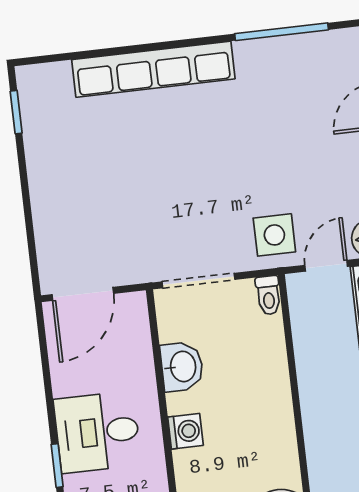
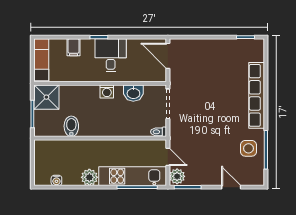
side table: (274, 235) -> (248, 148), moved

